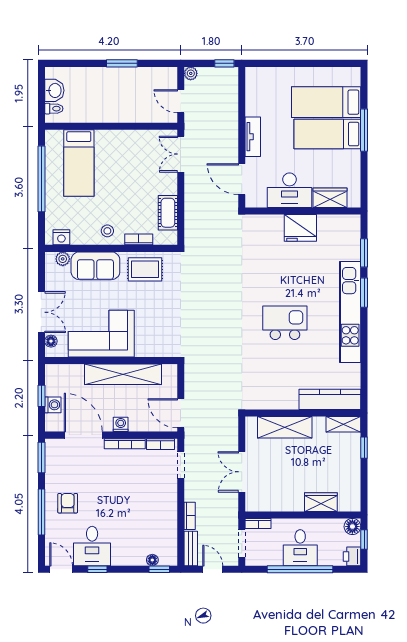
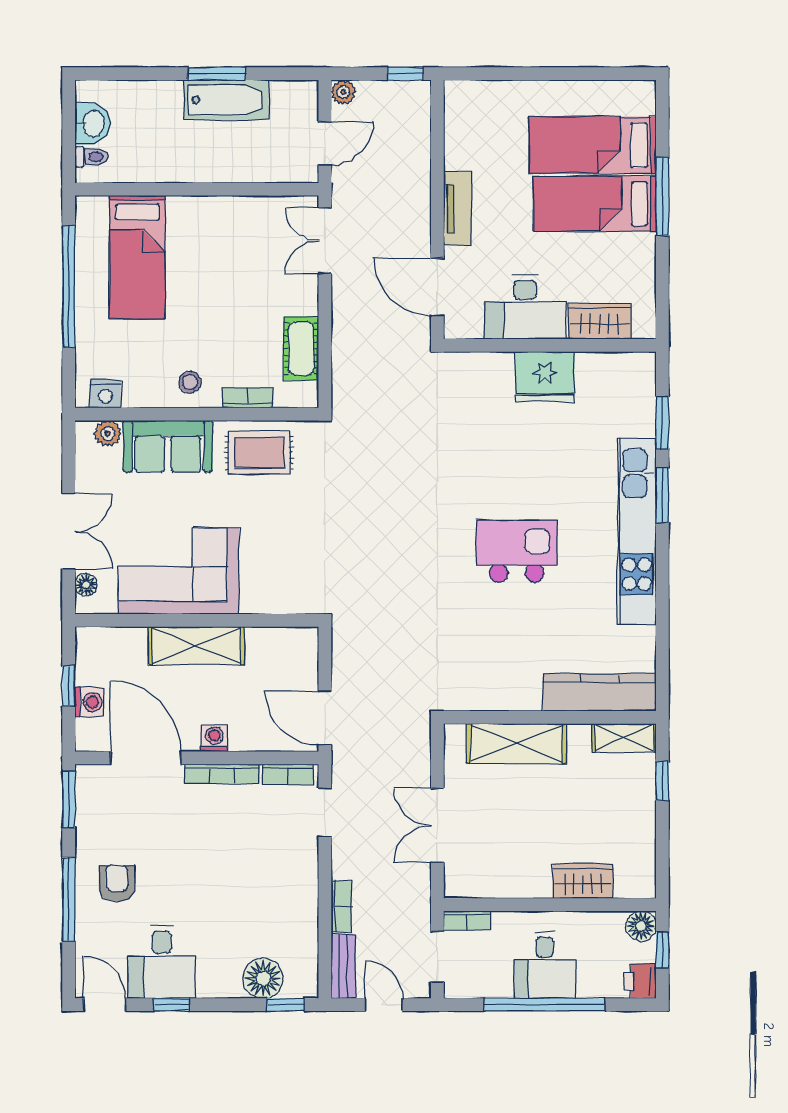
bathtub: (127, 78) -> (226, 100), added
door: (181, 101) -> (325, 143), swing flipped
shelving: (123, 374) -> (196, 646), width x0.68
floor lamp: (152, 560) -> (263, 978), width x1.89, depth x1.89

